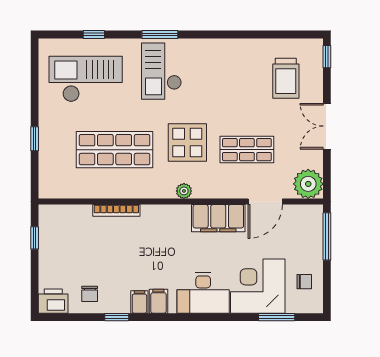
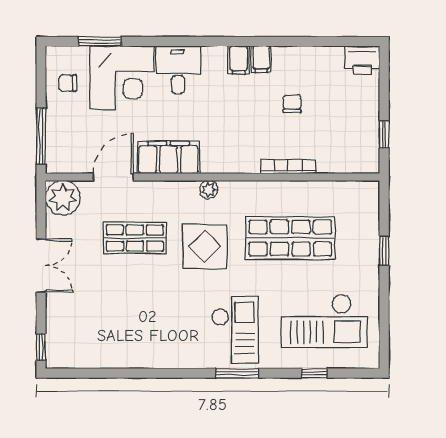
trolley: (286, 78) -> (89, 322), removed
desk: (203, 293) -> (178, 70), width x0.73
chair: (90, 294) -> (292, 104), moved
window: (117, 317) -> (288, 41), removed

